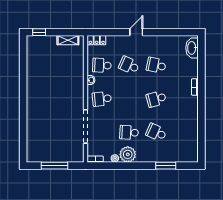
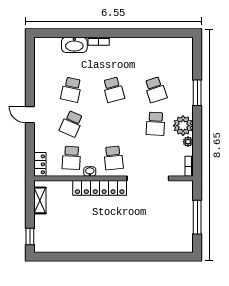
washbasin: (192, 48) -> (74, 45), moved
locker: (78, 88) -> (100, 188), added
school desk: (156, 132) -> (155, 90), turned -42
window: (166, 166) -> (197, 93), moved

